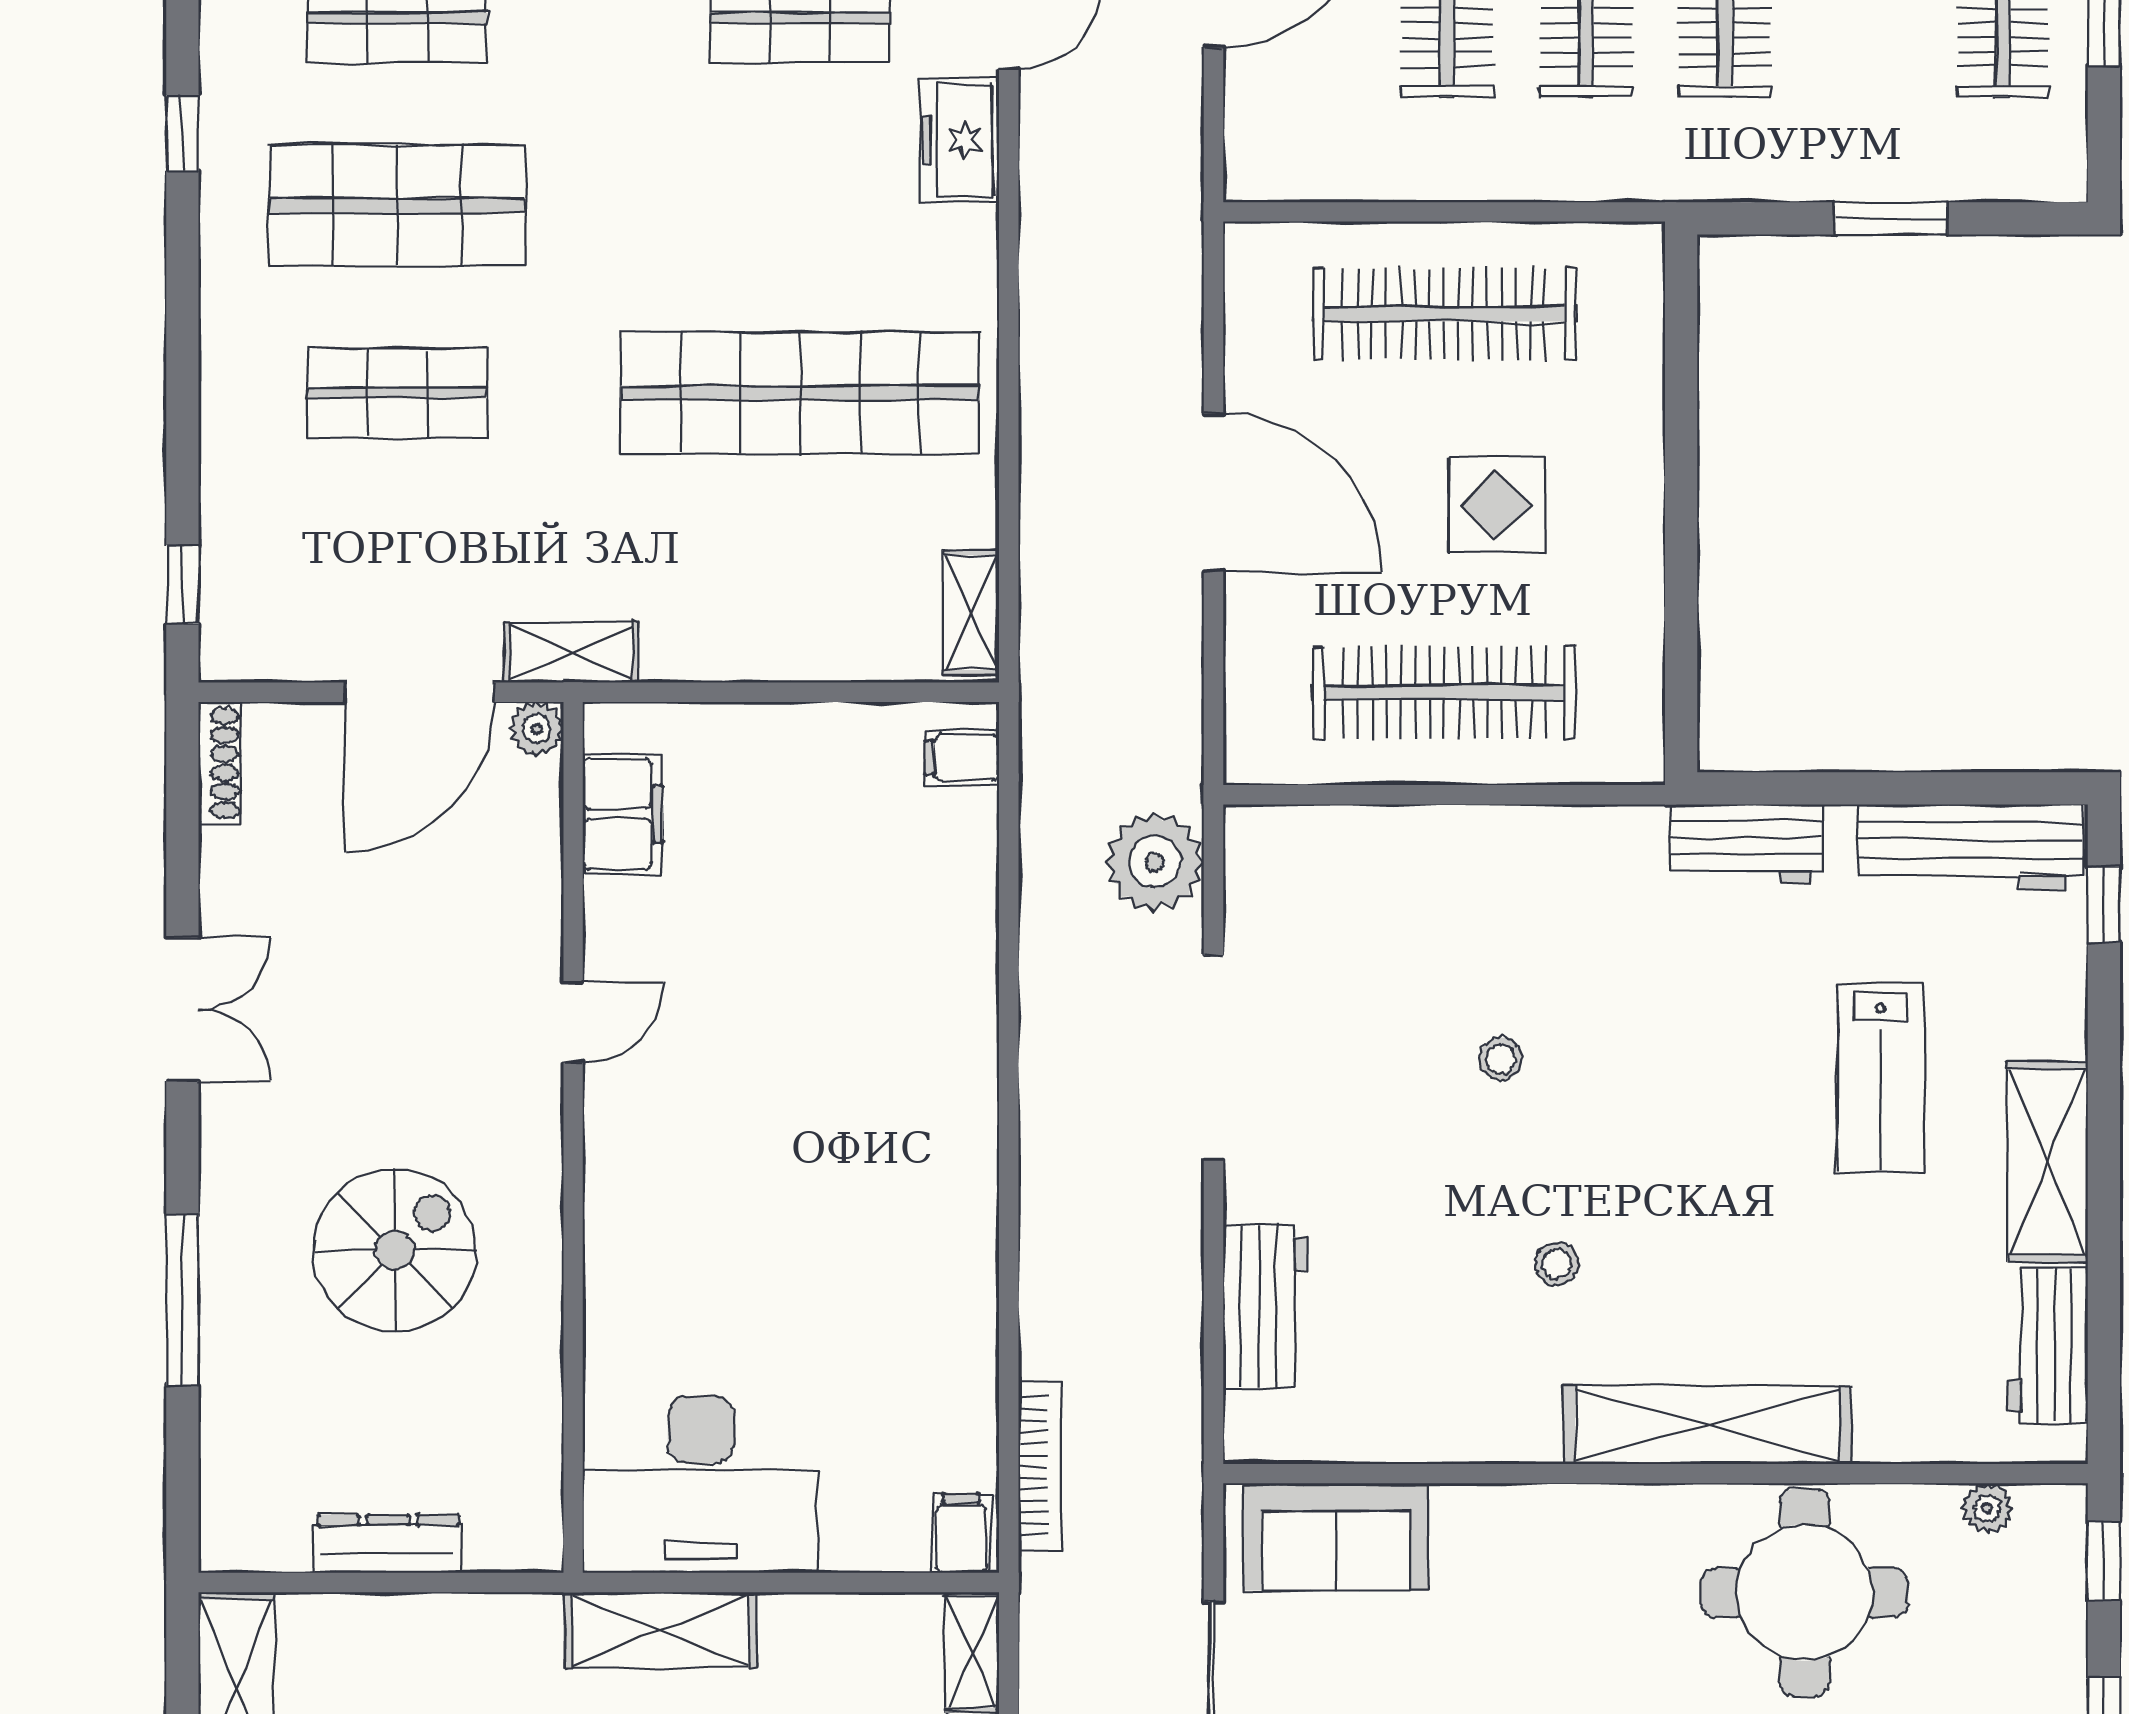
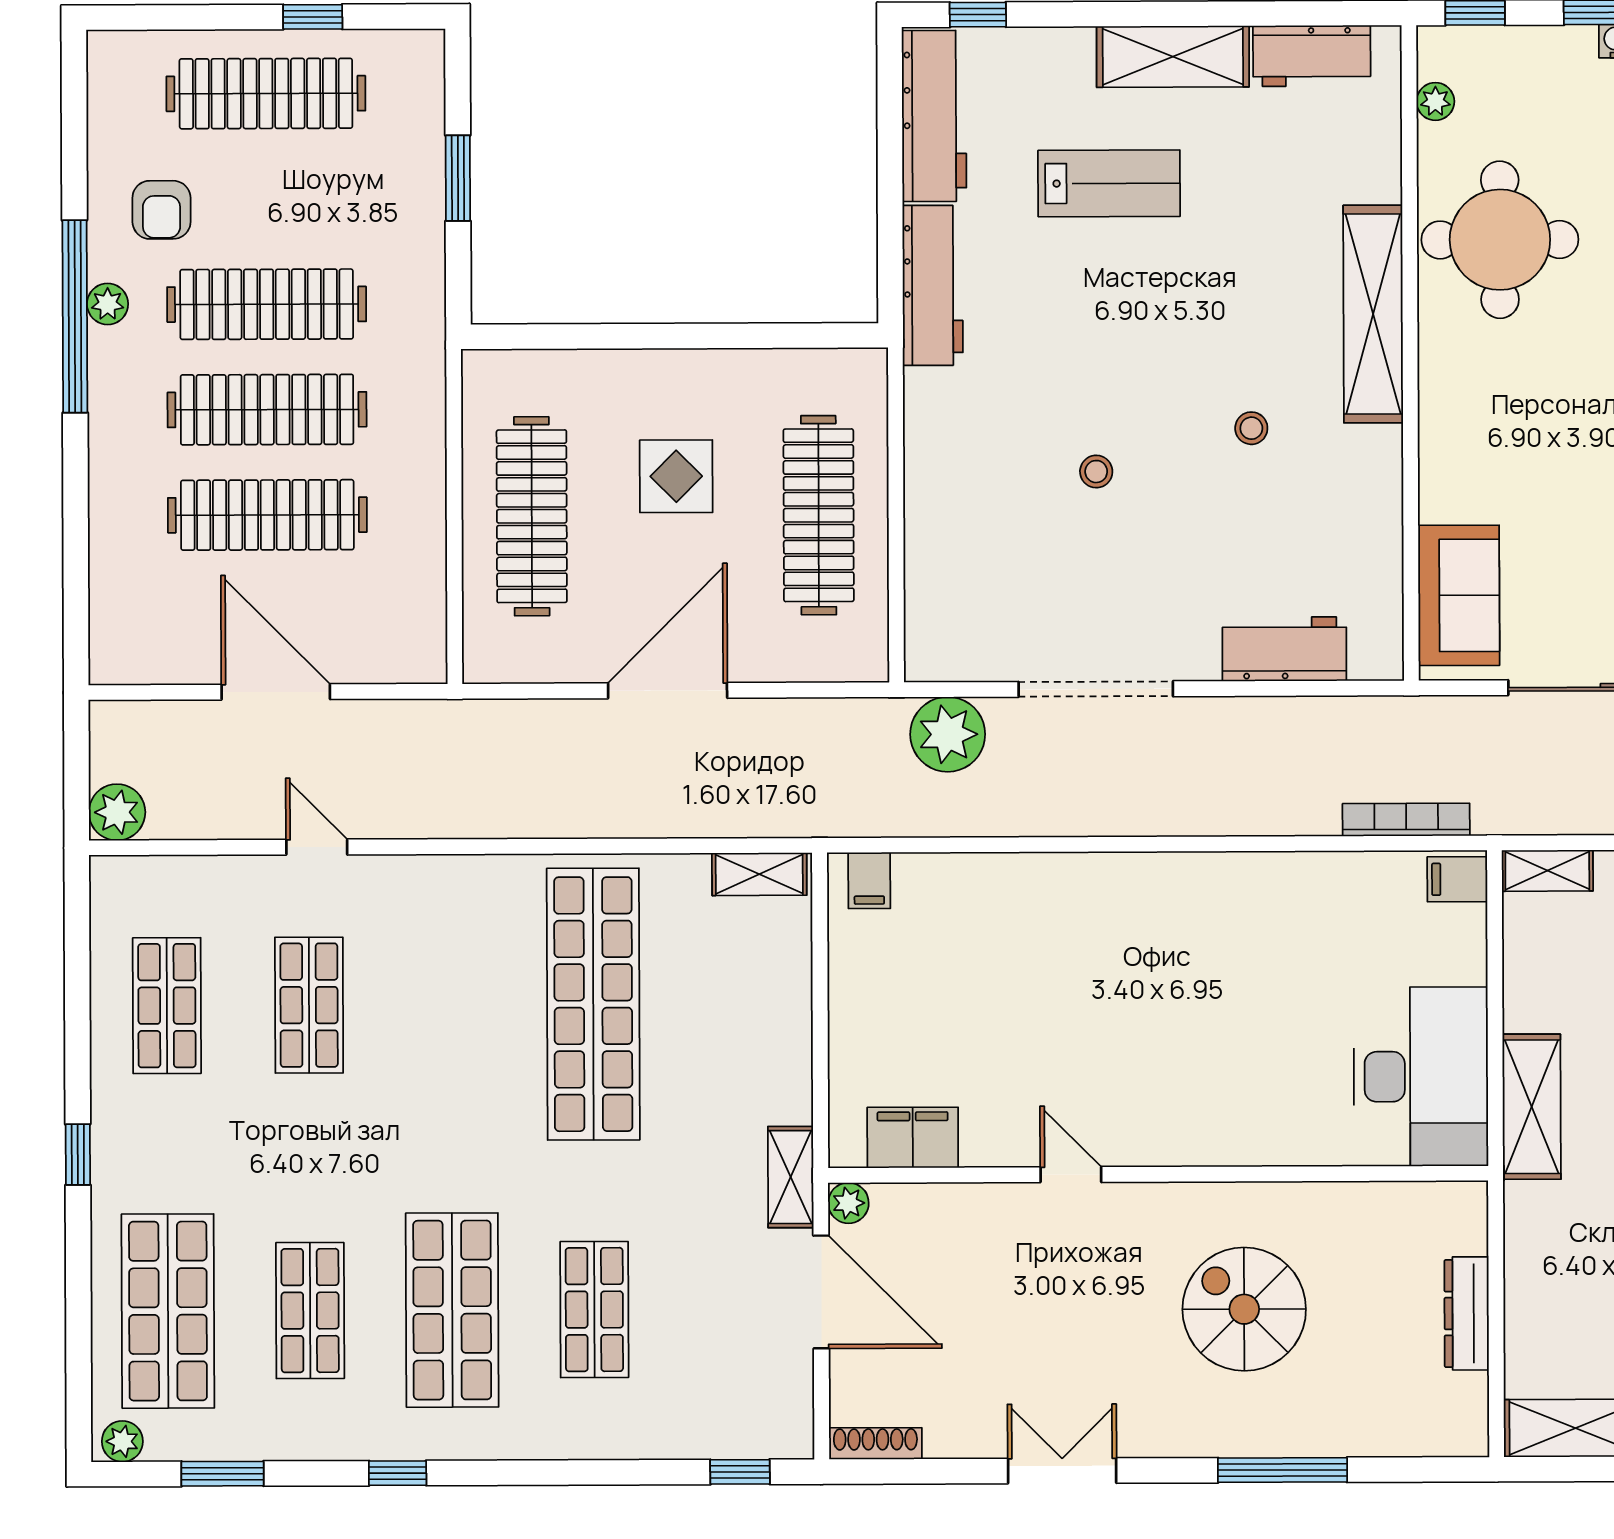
freezer: (959, 140) -> (401, 884), removed
workbench: (1747, 844) -> (933, 285), width x1.38

